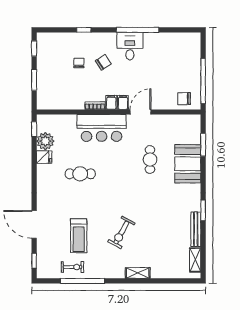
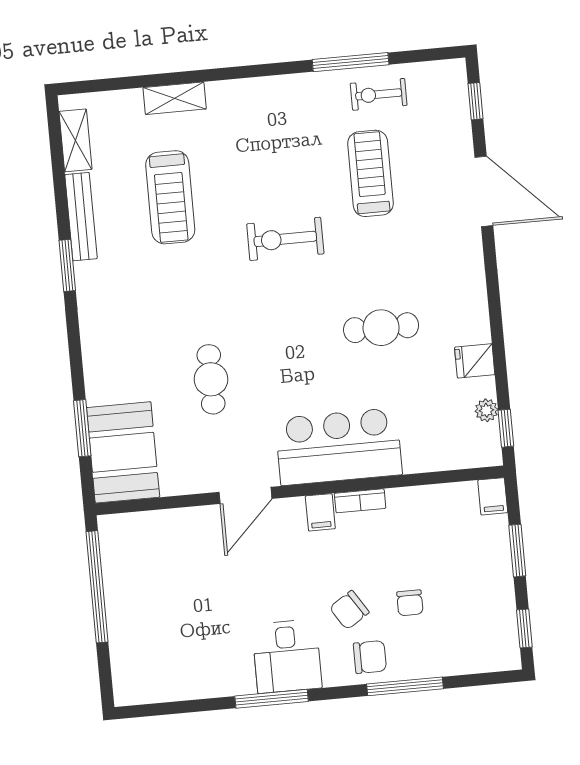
window: (84, 30) -> (405, 686), width x2.17
window: (138, 30) -> (272, 699), width x0.68
chair: (184, 99) -> (370, 657), moved
filing cabinet: (123, 102) -> (493, 496), moved
plant: (45, 141) -> (486, 410), width x0.53, depth x0.53
booth: (188, 164) -> (123, 452), moved
exercise bike: (121, 232) -> (285, 239), moved, turned -119
treadmill: (159, 234) -> (170, 197), added
shelving: (138, 273) -> (175, 98), moved
window: (83, 281) -> (351, 62), width x0.68

